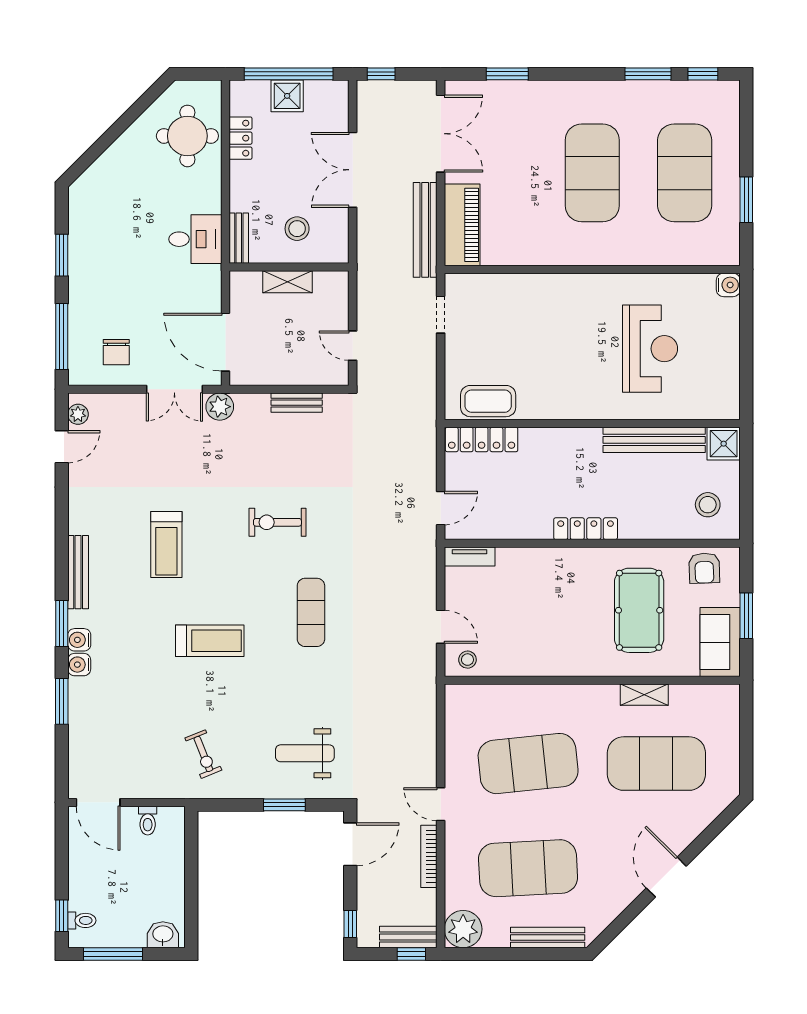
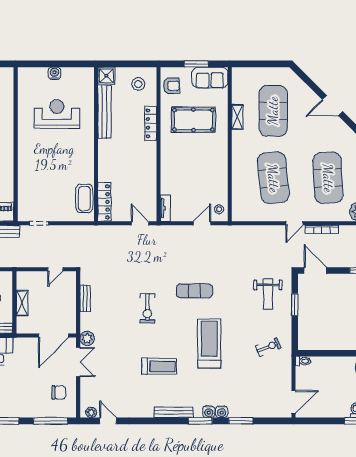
water cooler: (728, 285) -> (54, 73), moved
locker: (586, 529) -> (151, 123), moved
treadmill: (210, 641) -> (209, 344), width x1.37, depth x1.38
toilet: (148, 821) -> (303, 361), moved

